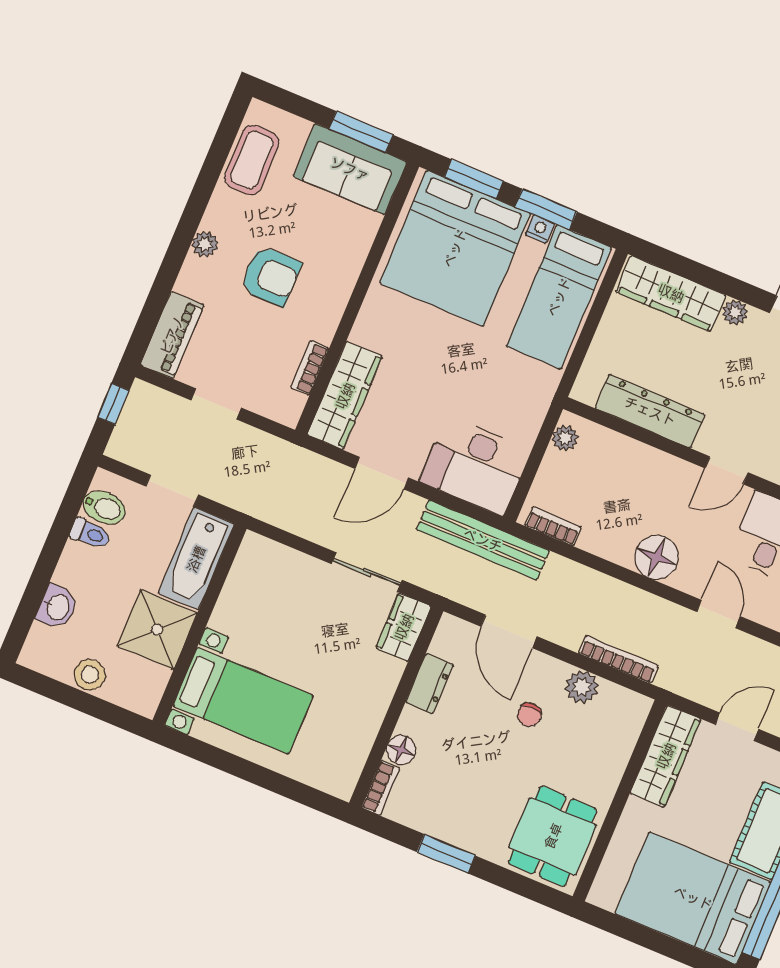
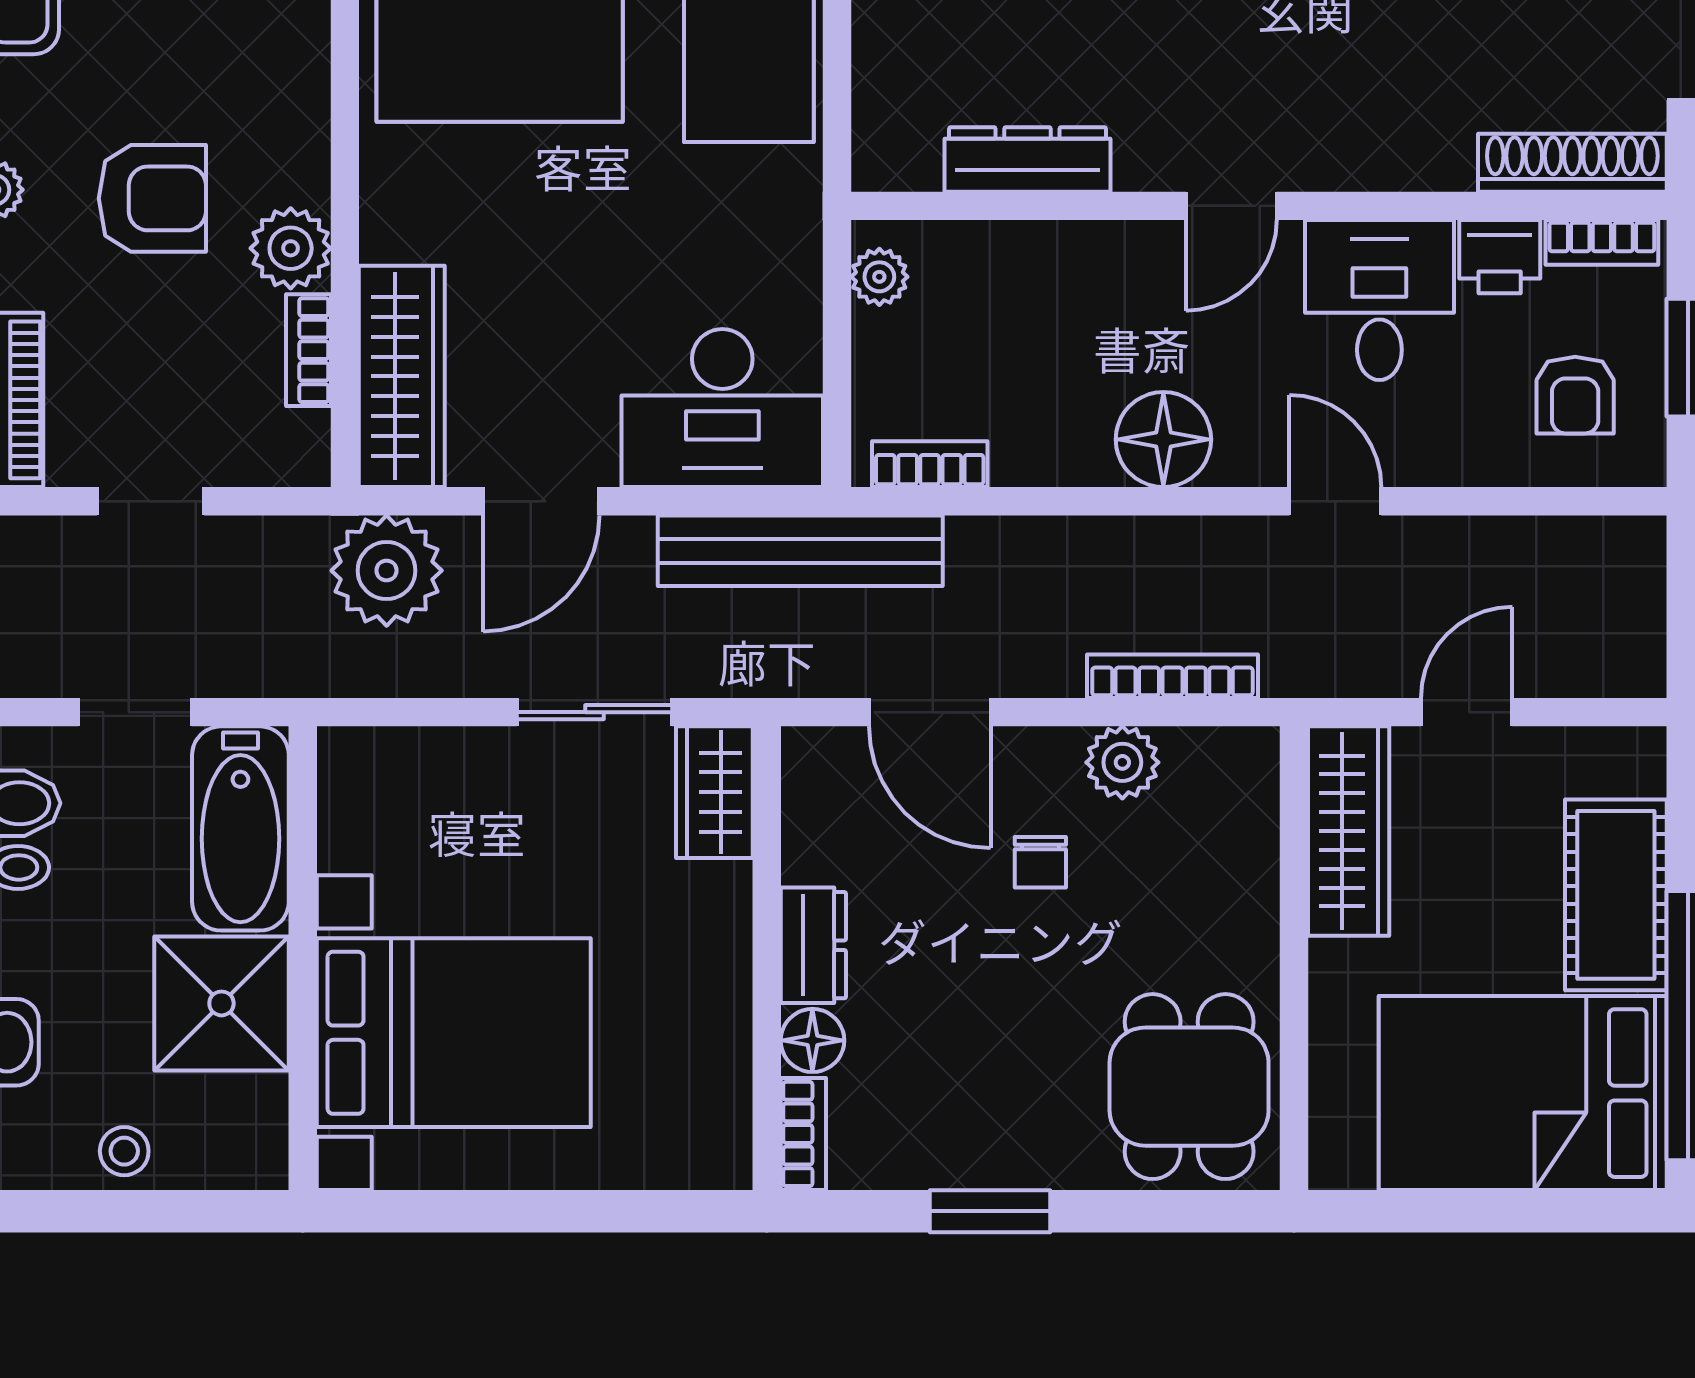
plant: (320, 322) -> (291, 248), added
dresser: (650, 411) -> (1028, 159), width x0.73, depth x0.80
plant: (304, 475) -> (387, 571), added
stool: (90, 675) -> (124, 1151), width x0.73, depth x0.73
dresser: (429, 684) -> (813, 945), moved
bed with nightstands: (243, 701) -> (454, 1033), width x1.36

